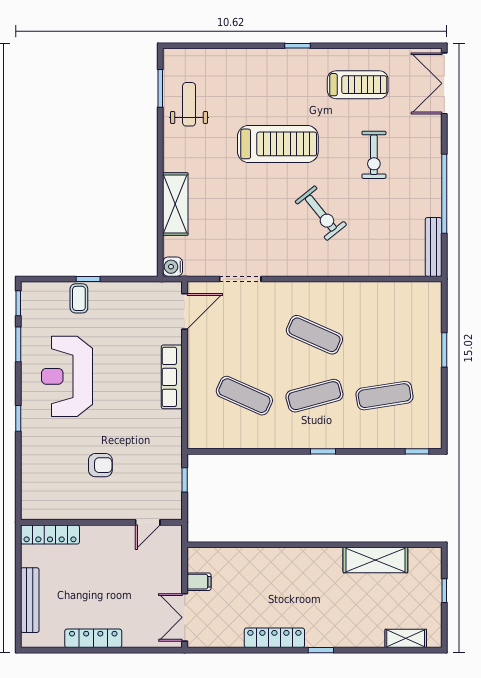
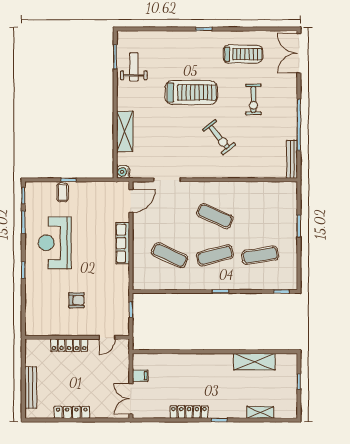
locker: (50, 534) -> (69, 345), moved
shelving: (406, 638) -> (260, 412), moved

